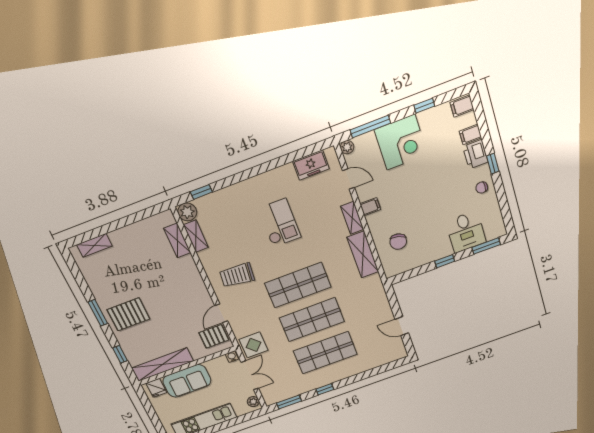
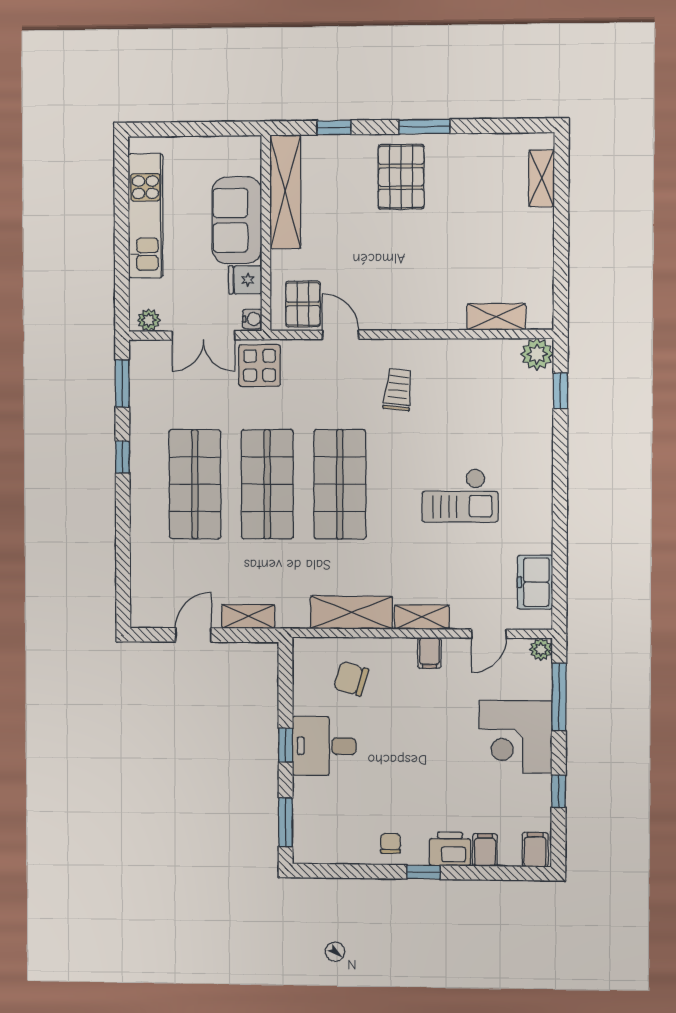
desk: (466, 232) -> (324, 746), moved
shelving: (196, 236) -> (248, 616), moved
trolley: (237, 275) -> (398, 390), width x0.73, depth x0.72
fridge: (156, 388) -> (245, 280), moved

